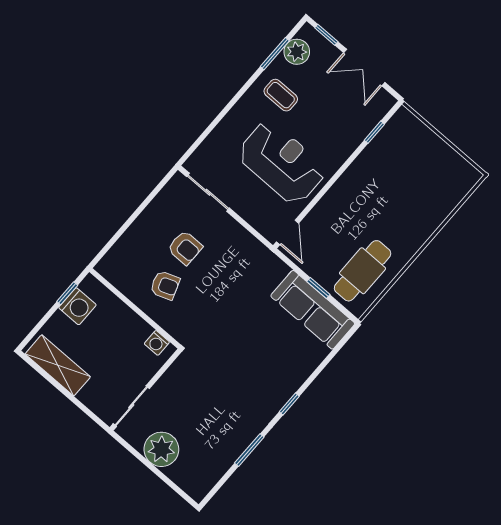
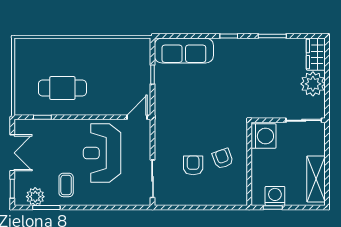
cafe table: (363, 271) -> (62, 88), moved
sofa: (313, 310) -> (184, 50), moved, turned 90
washing machine: (157, 343) -> (263, 136), width x1.89, depth x1.89
wardrobe: (190, 480) -> (316, 54), added

